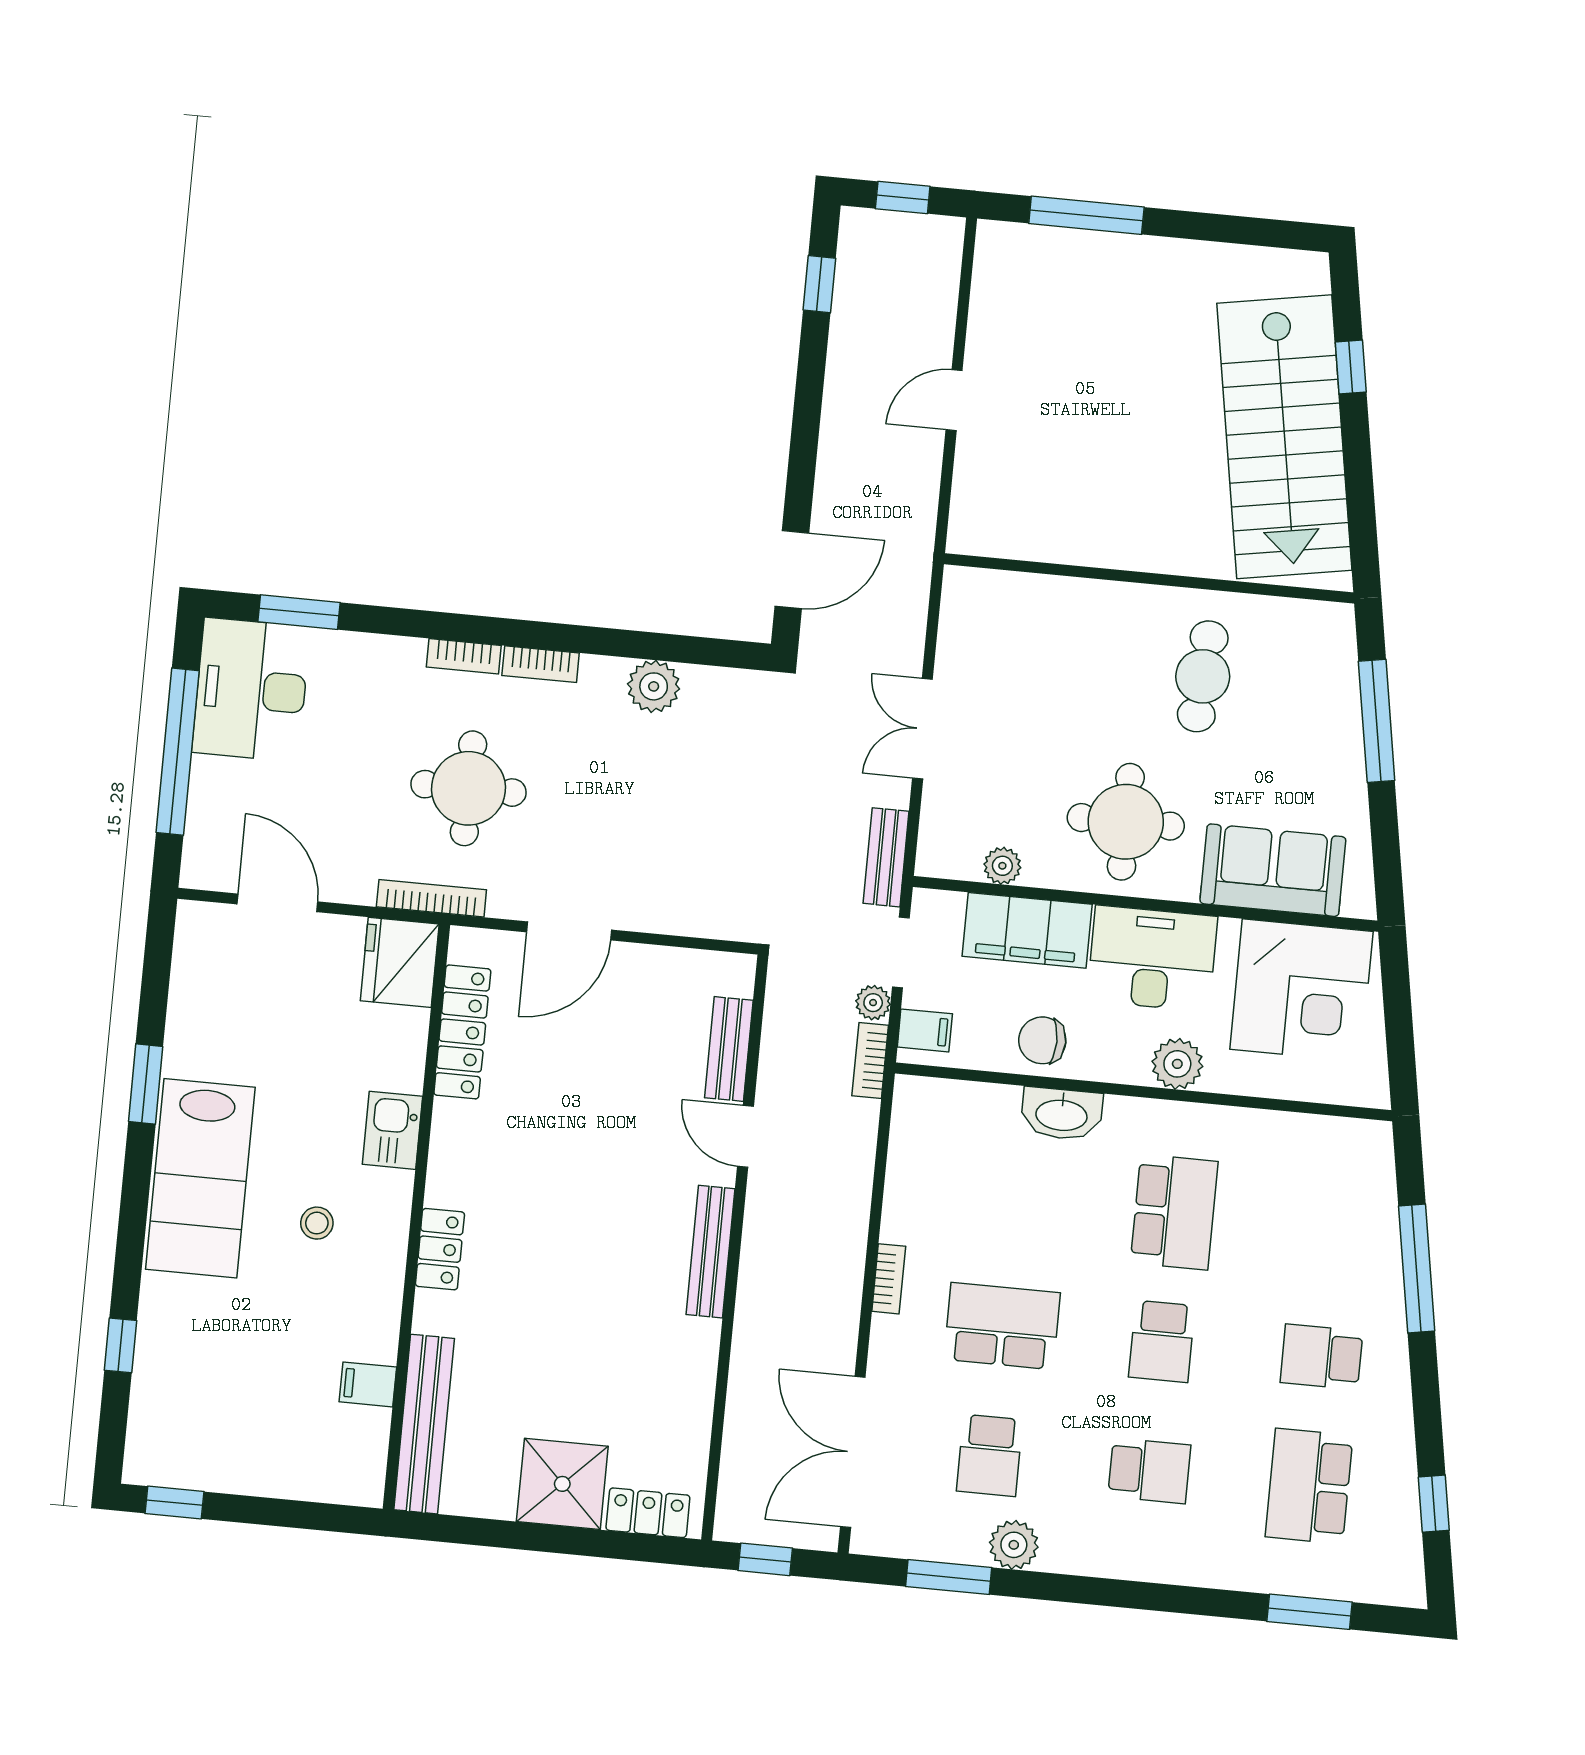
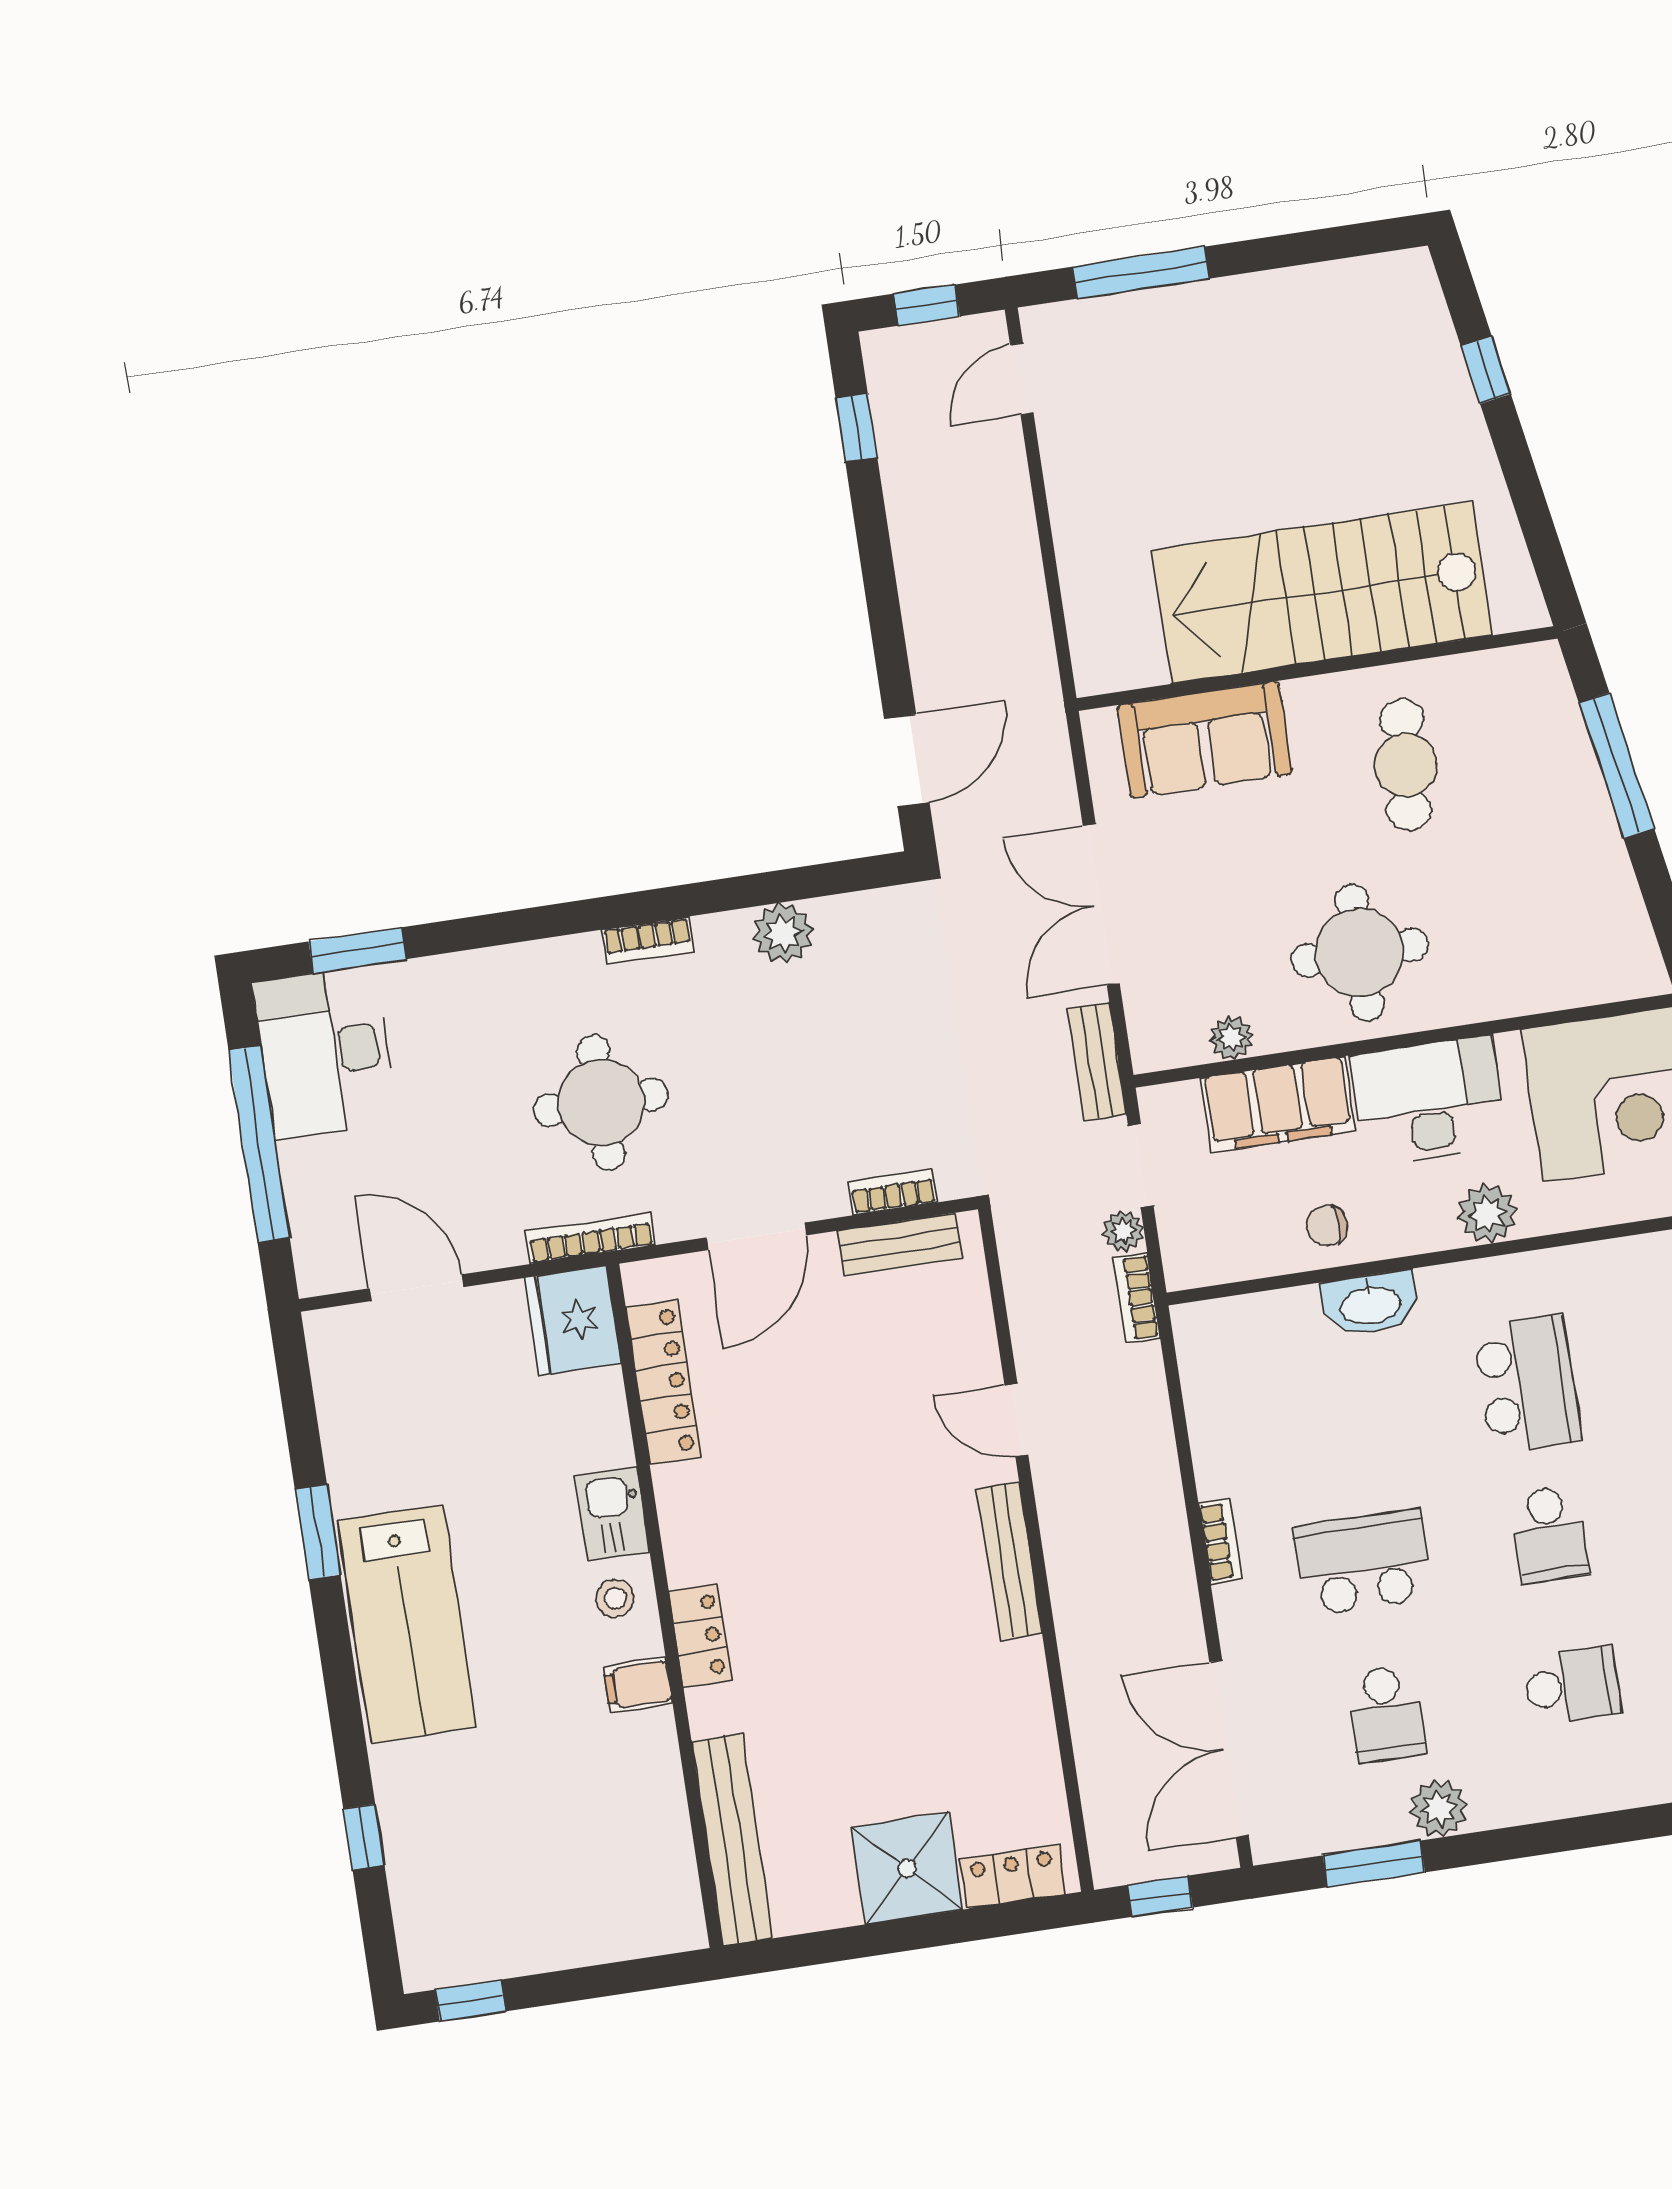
door: (954, 400) -> (1022, 379), moved
stairs: (1284, 437) -> (1322, 593), moved, turned 100
bookcase: (464, 656) -> (893, 1192), moved, turned 180
double door: (922, 729) -> (1101, 905), width x1.37
sofa: (1273, 870) -> (1205, 740), moved, turned 180
filing cabinet: (925, 1030) -> (1190, 1248), removed
chair: (1042, 1040) -> (1327, 1226), width x0.73, depth x0.73
bench: (729, 1049) -> (900, 1244), moved, turned 90
stool: (317, 1223) -> (615, 1599), moved
filing cabinet: (368, 1384) -> (638, 1685), moved

